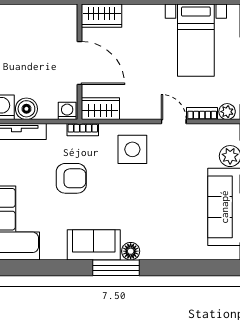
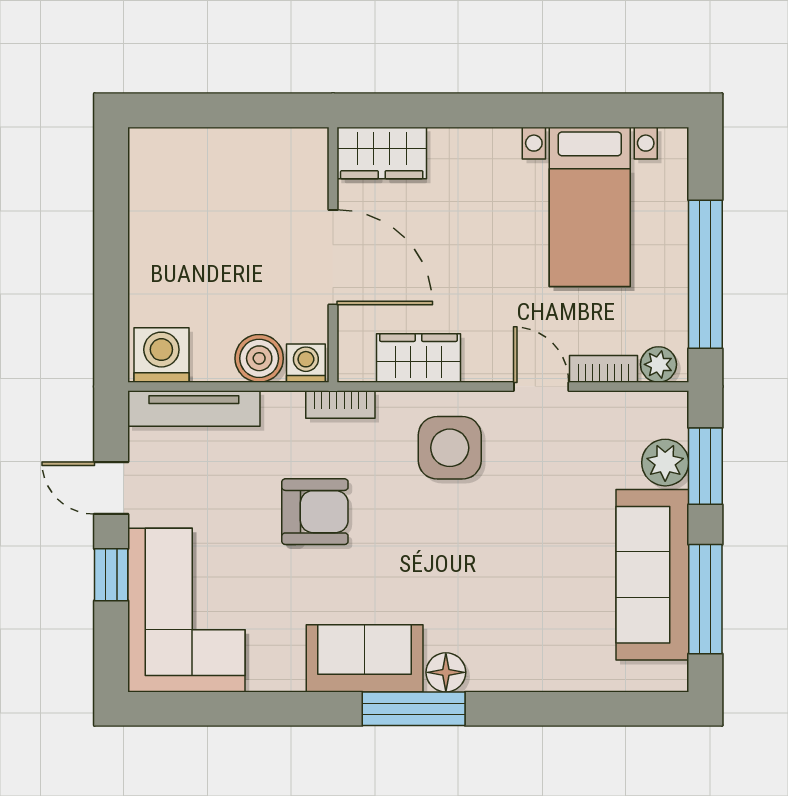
boiler: (26, 109) -> (259, 358), moved
wardrobe: (100, 109) -> (418, 358), moved

